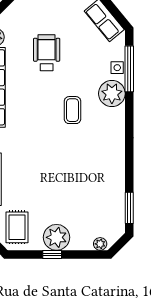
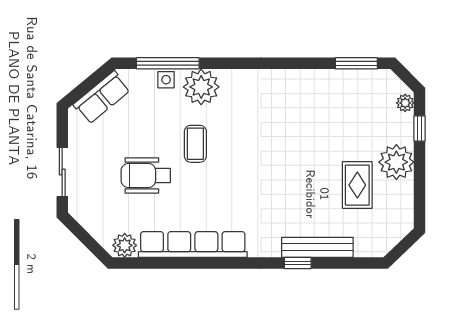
coffee table: (72, 110) -> (195, 144), moved, turned 90
rug: (17, 227) -> (357, 185), moved, turned 90
window: (52, 255) -> (420, 129), moved

